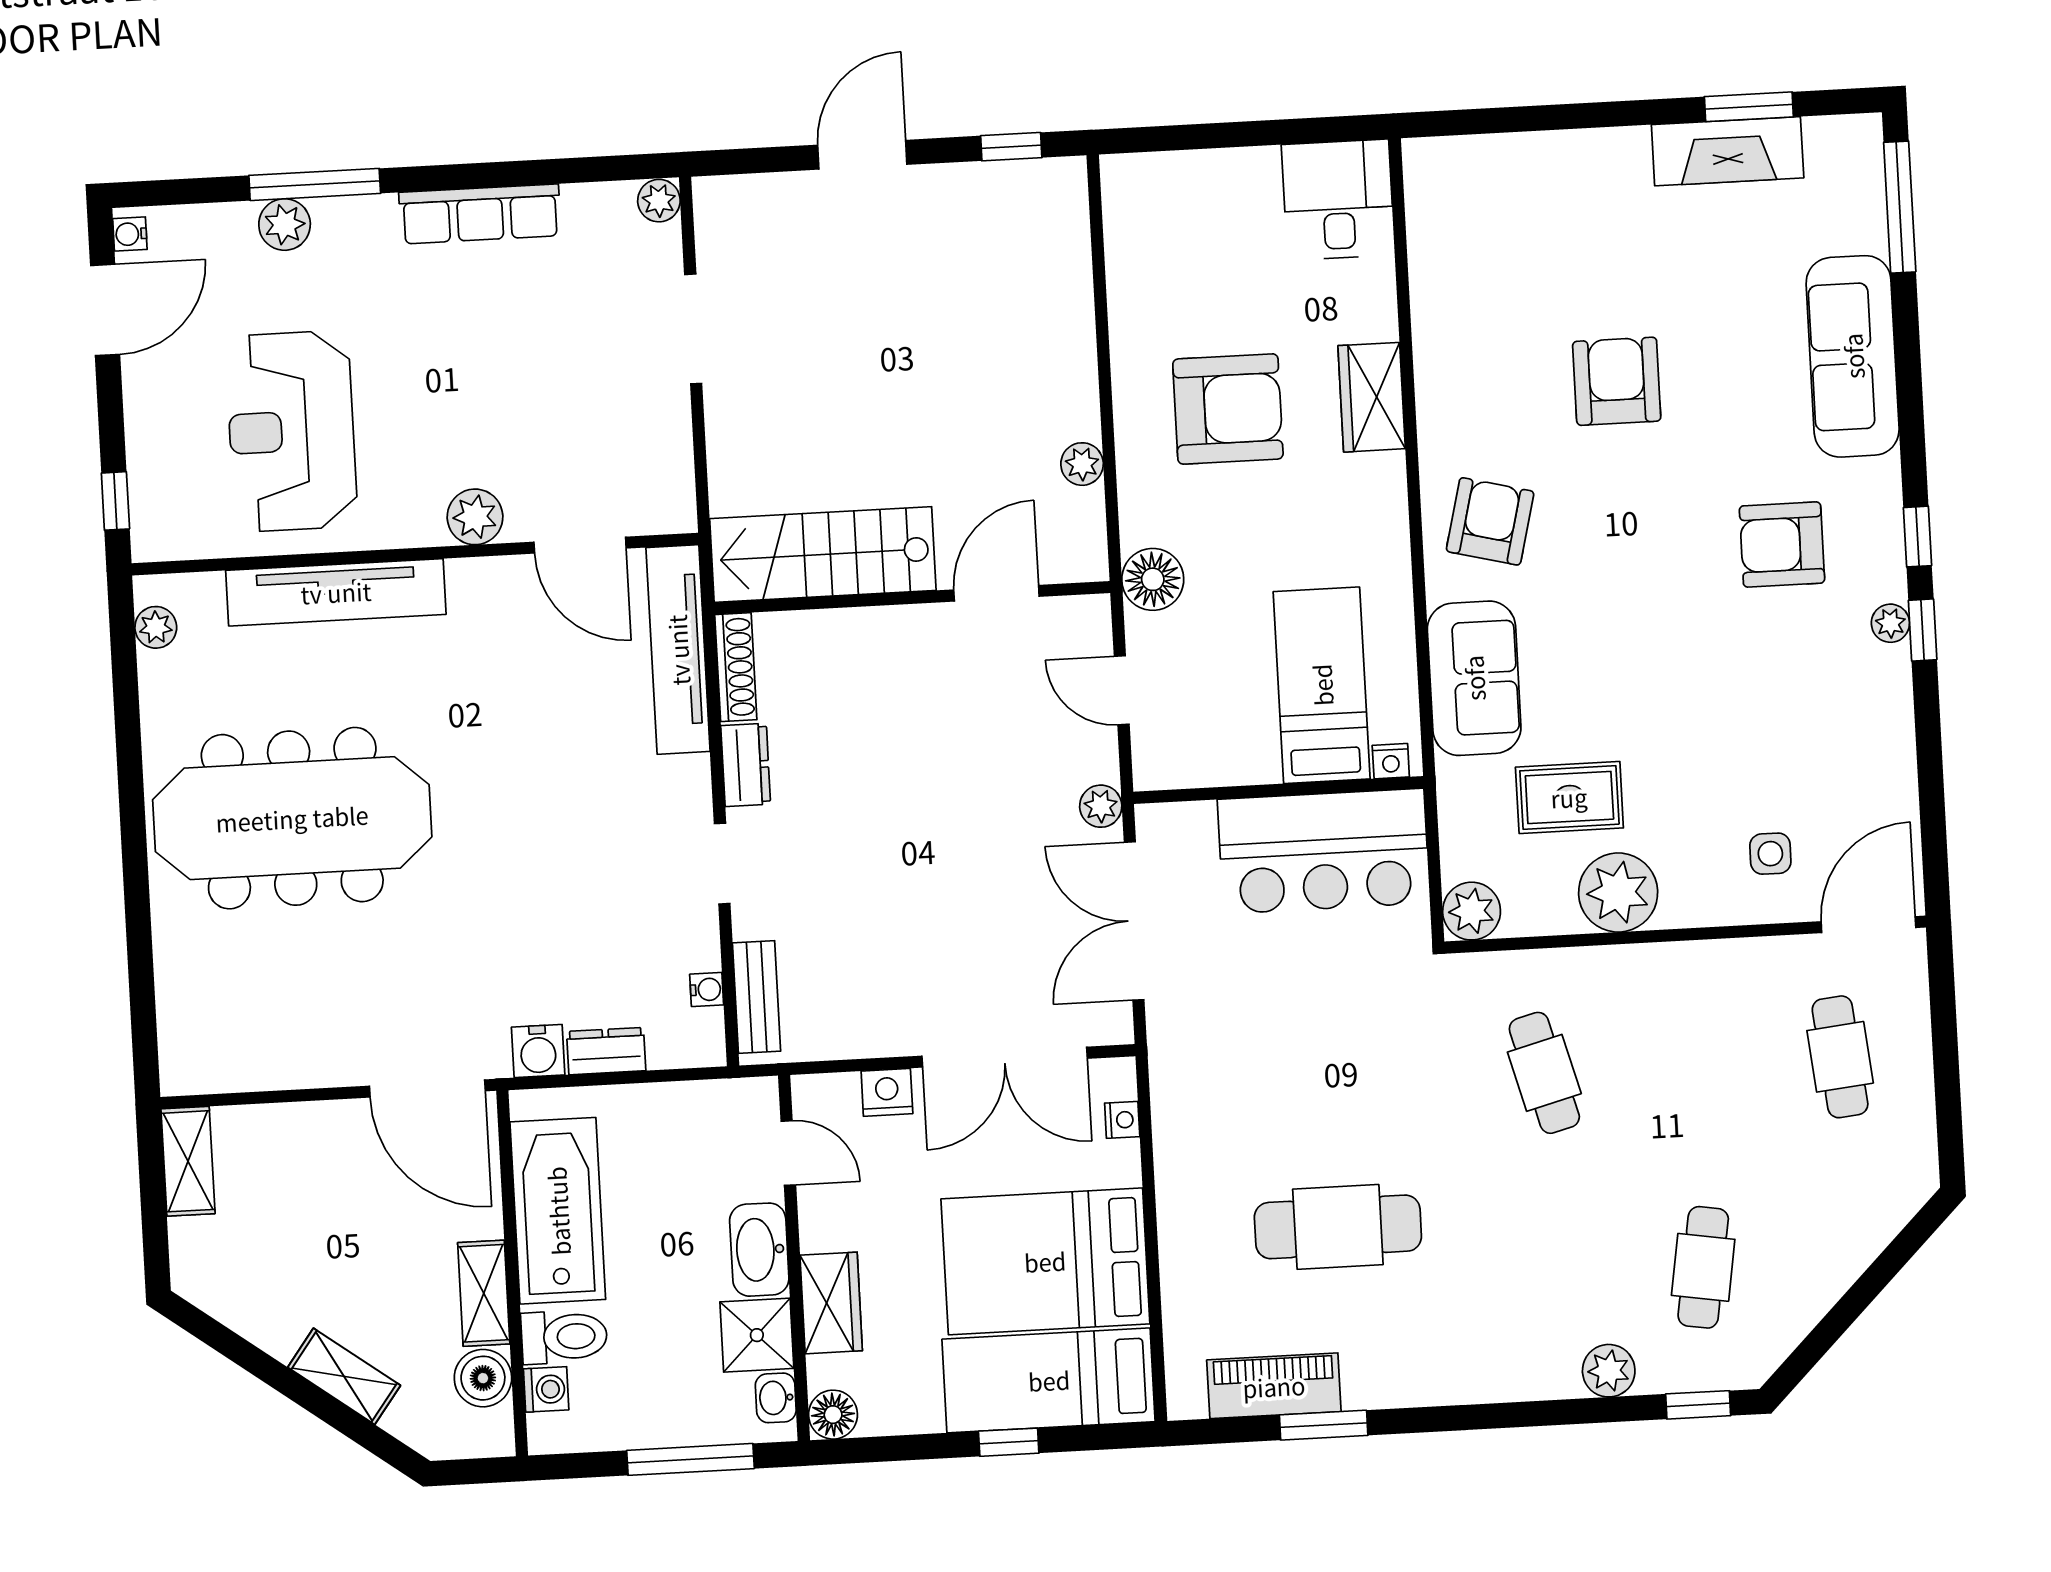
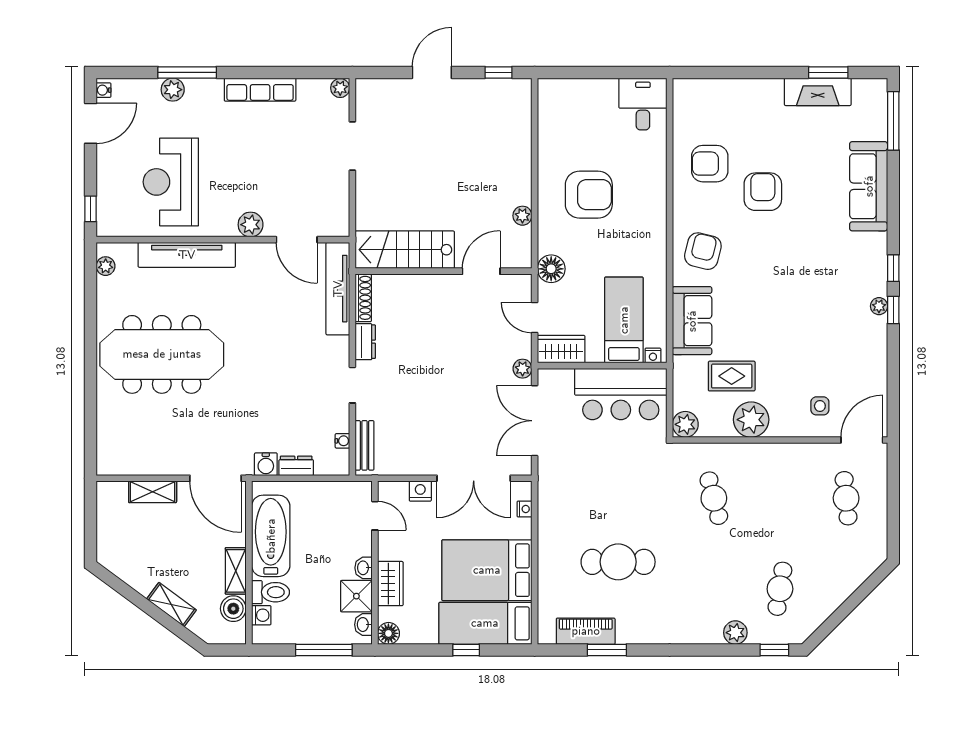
wardrobe: (1372, 397) -> (561, 349), moved, turned 90
armchair: (1782, 545) -> (710, 164), moved
shelving: (188, 1161) -> (153, 492), moved, turned 90
washbasin: (759, 1250) -> (363, 568), width x0.52, depth x0.69

